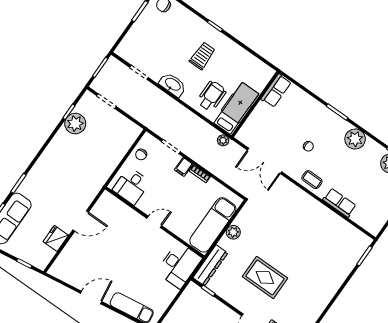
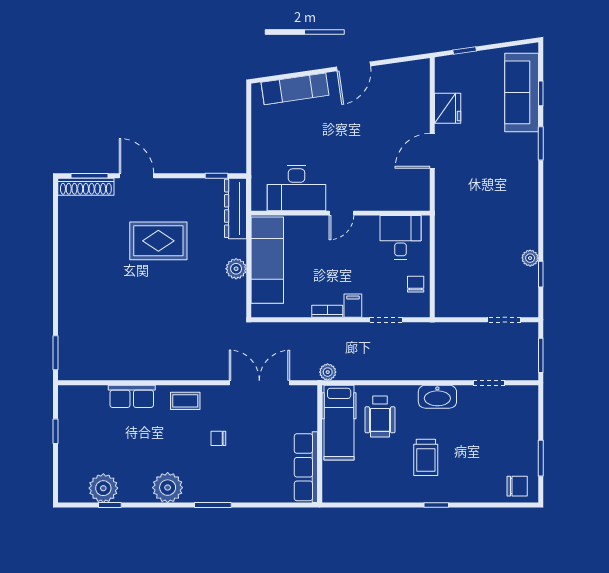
row of seats: (276, 91) -> (306, 467), width x1.48
plant: (75, 124) -> (530, 258), width x0.53, depth x0.53
desk: (179, 265) -> (297, 188), moved, turned -90

